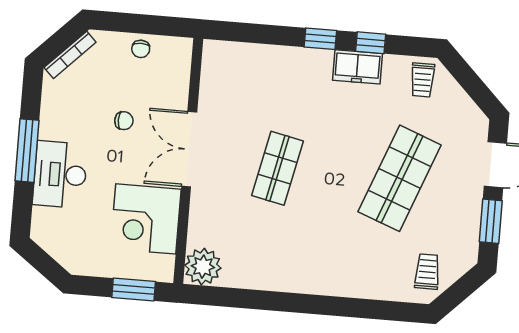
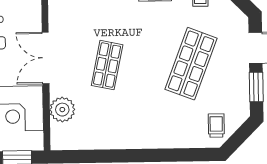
plant: (203, 267) -> (62, 110), moved

